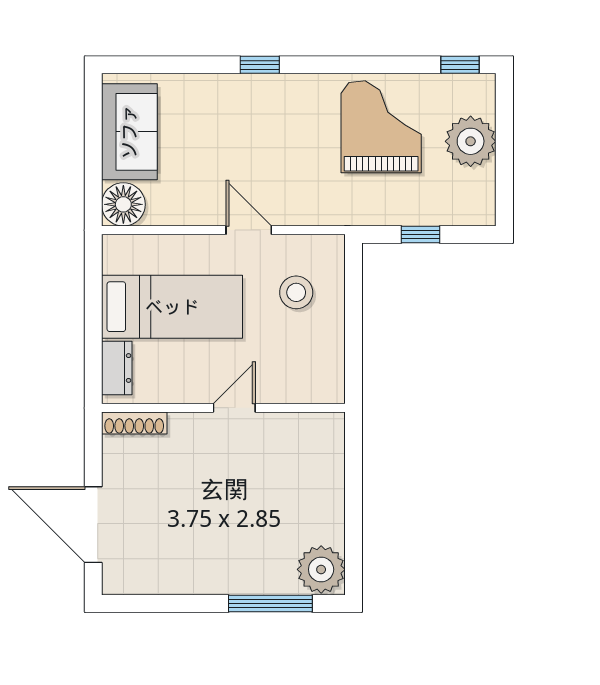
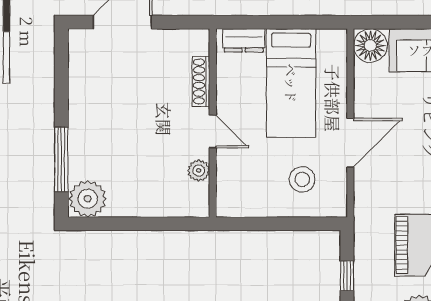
door: (249, 230) -> (350, 143), width x1.38
shoe rack: (134, 423) -> (201, 81), moved
plant: (285, 426) -> (199, 170), added

